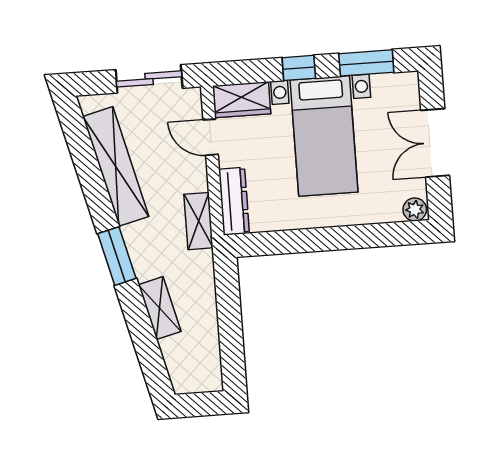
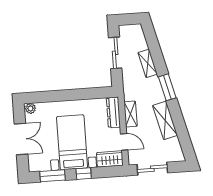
shelving: (116, 166) -> (165, 120), width x0.68
shelving: (198, 221) -> (131, 114), moved
sliding door: (231, 331) -> (115, 53), added

